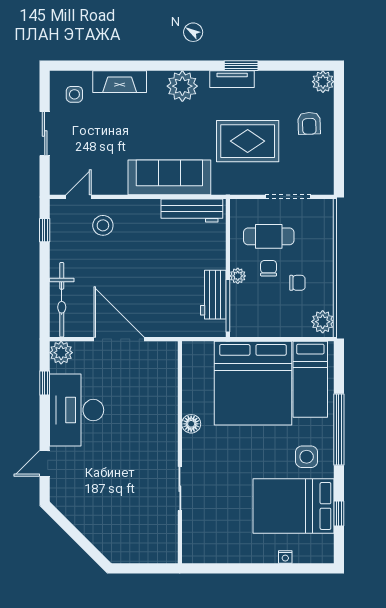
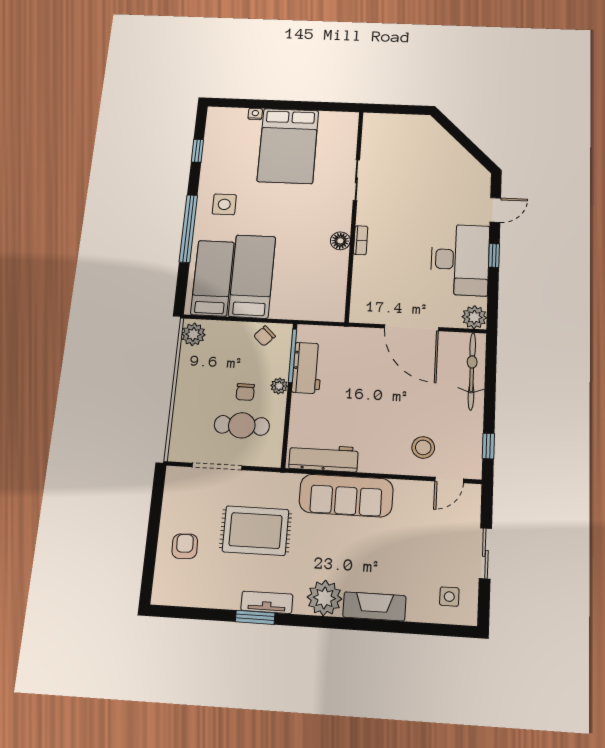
fireplace: (120, 82) -> (374, 606), moved
plant: (323, 82) -> (164, 593), removed
chair: (297, 283) -> (264, 336), moved, turned -46
window: (45, 383) -> (494, 255), moved
bed: (253, 383) -> (252, 276), width x0.49
bookcase: (172, 425) -> (361, 240), added
bed: (294, 506) -> (288, 146), moved, turned 90

